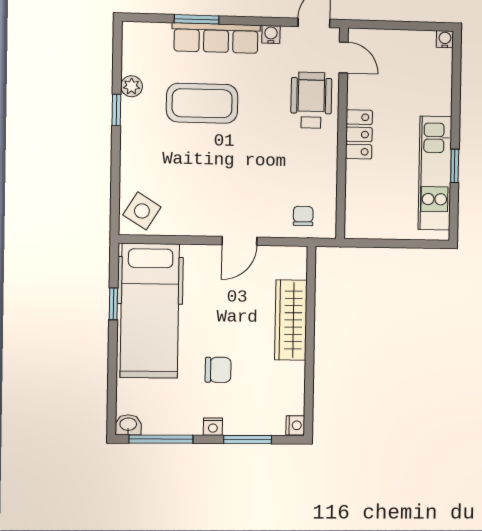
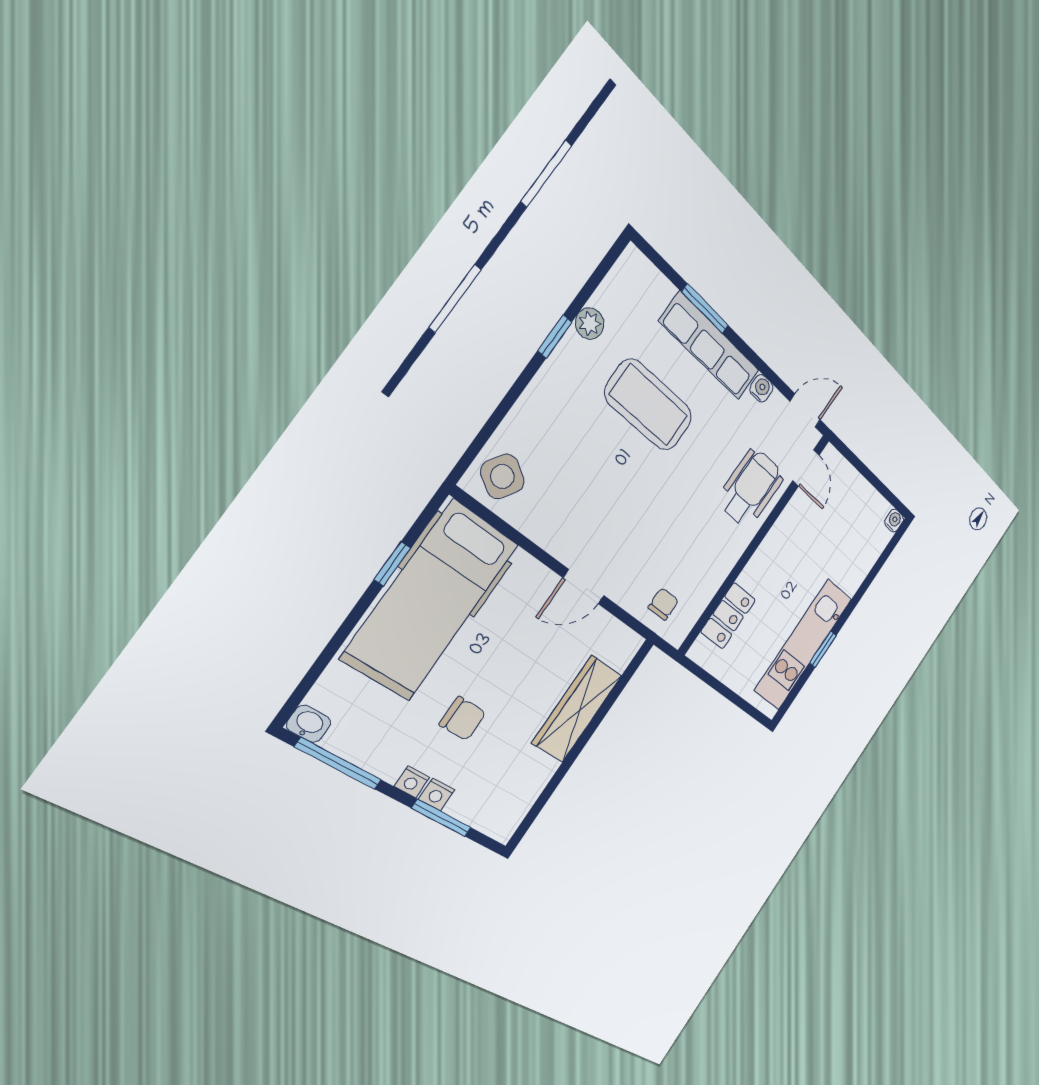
locker: (359, 134) -> (728, 616), moved
nightstand: (295, 425) -> (437, 795), moved, turned 90

